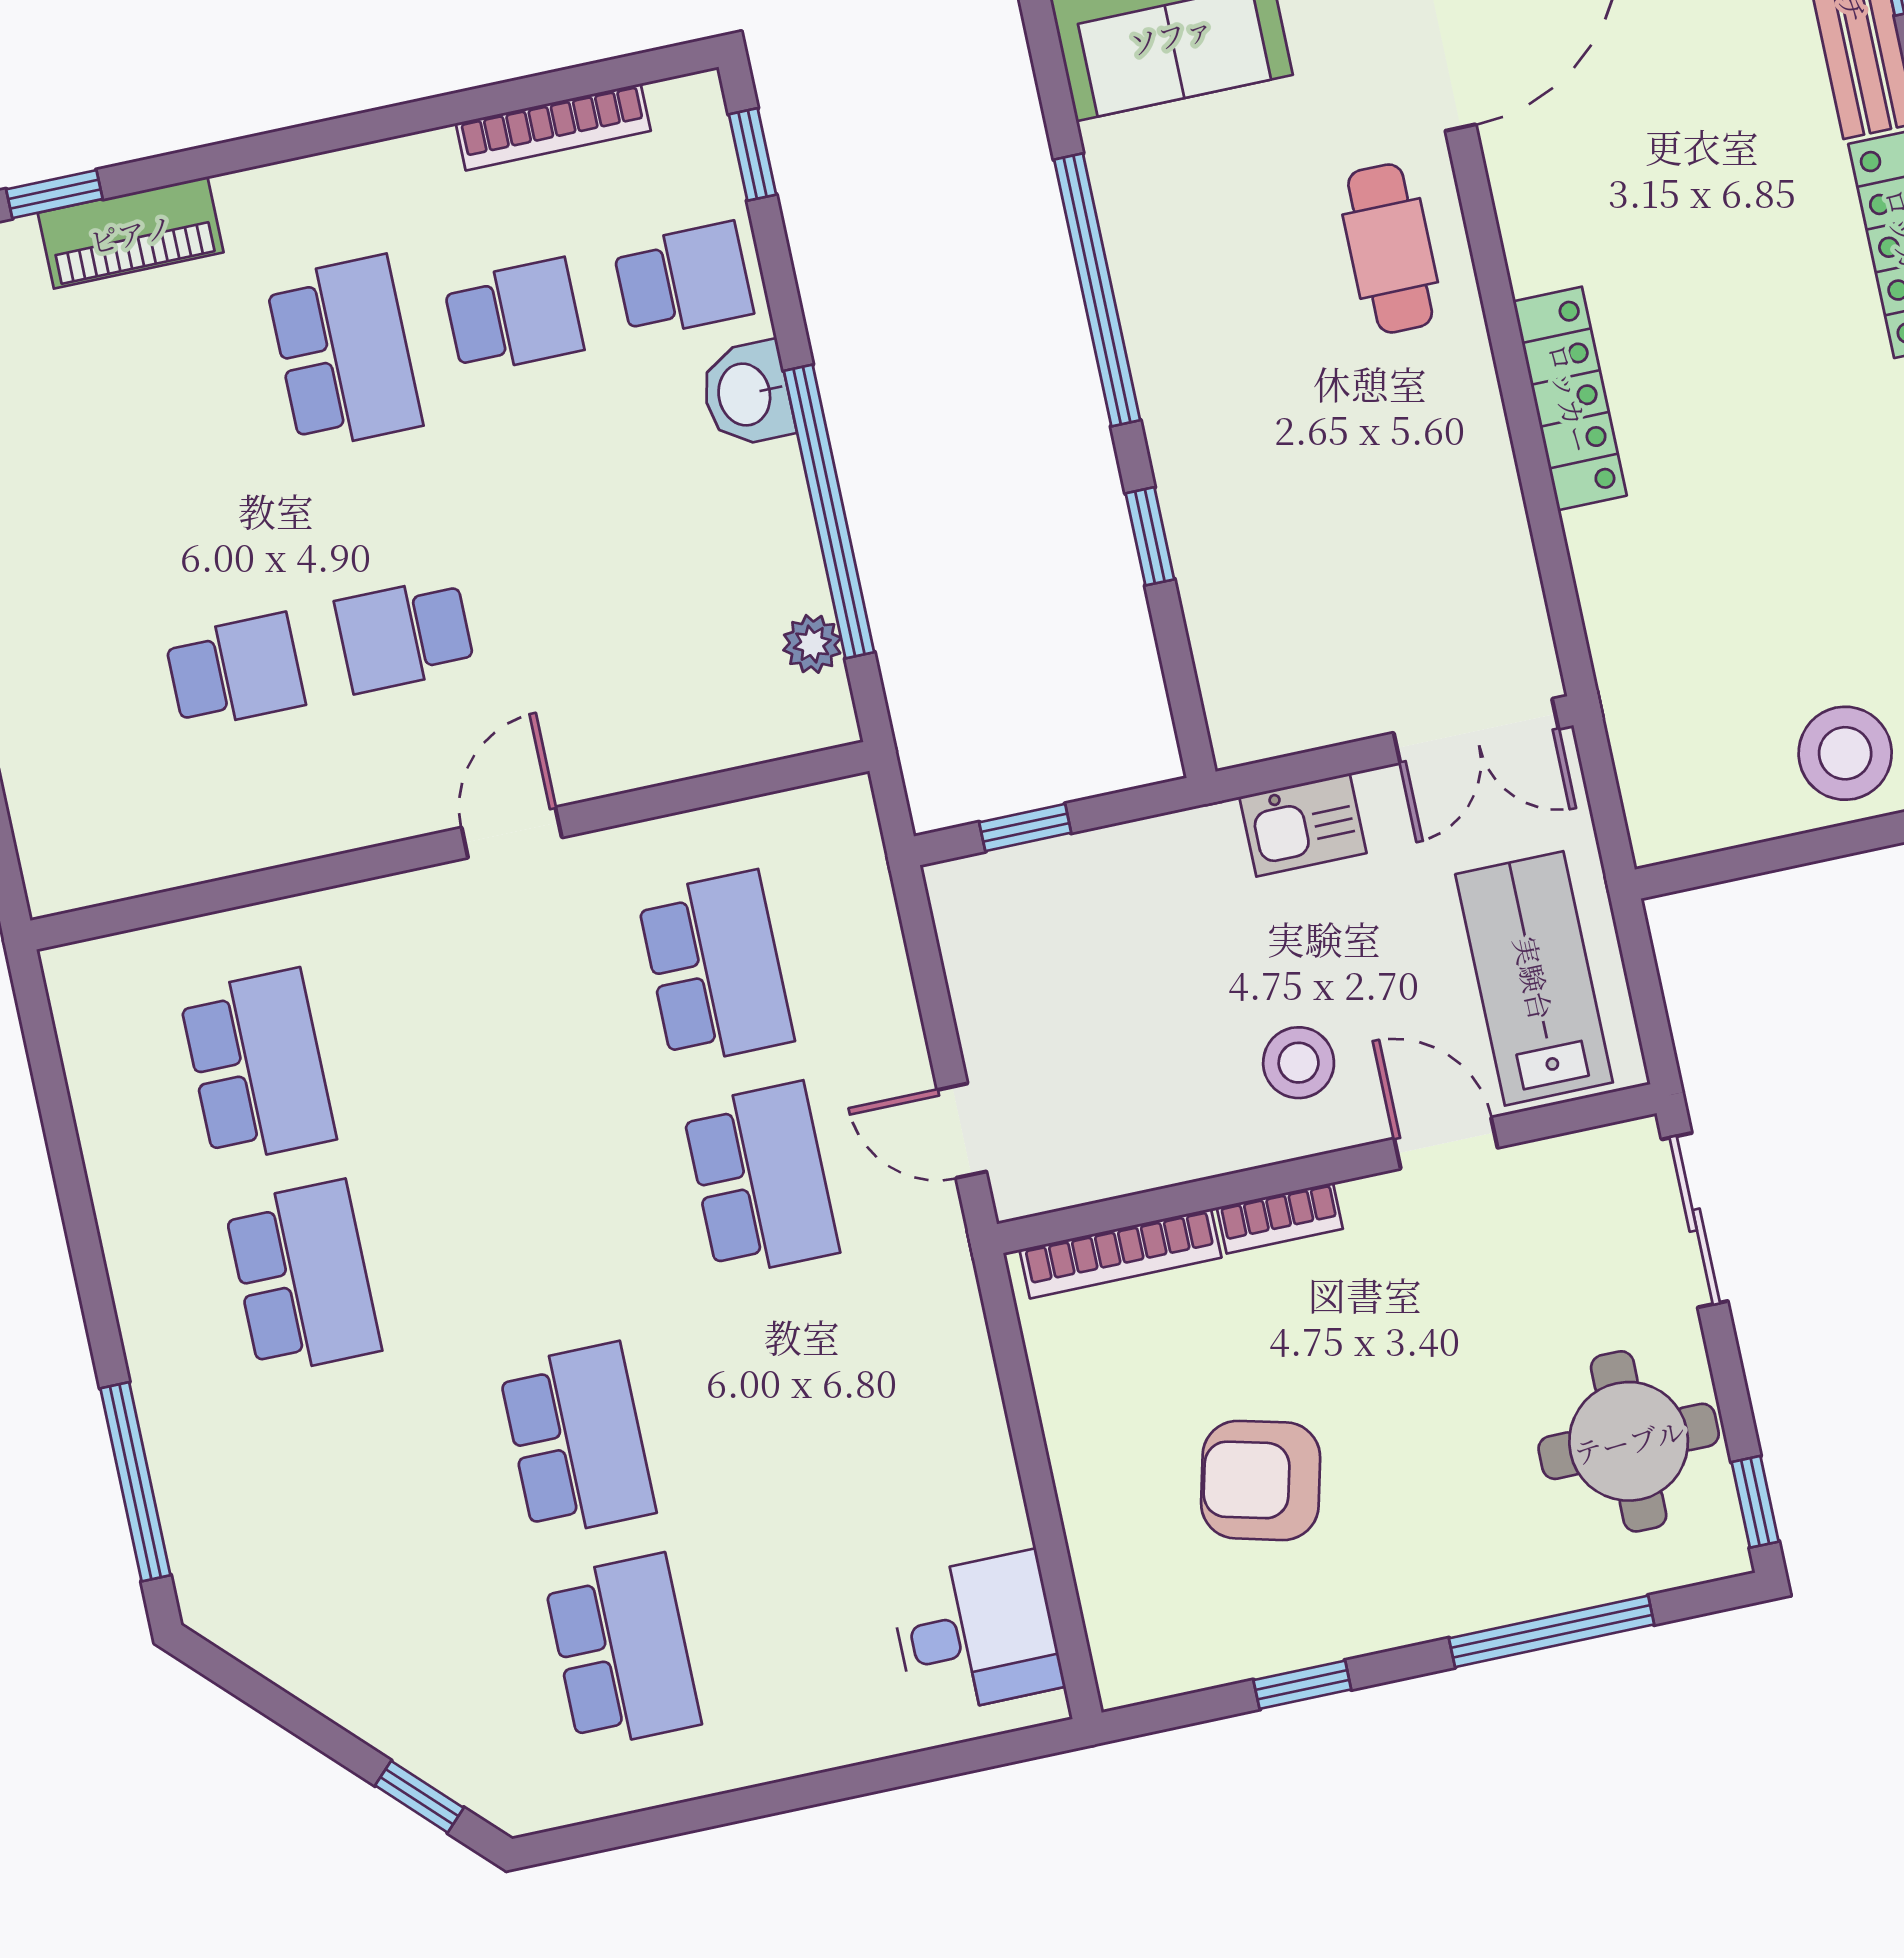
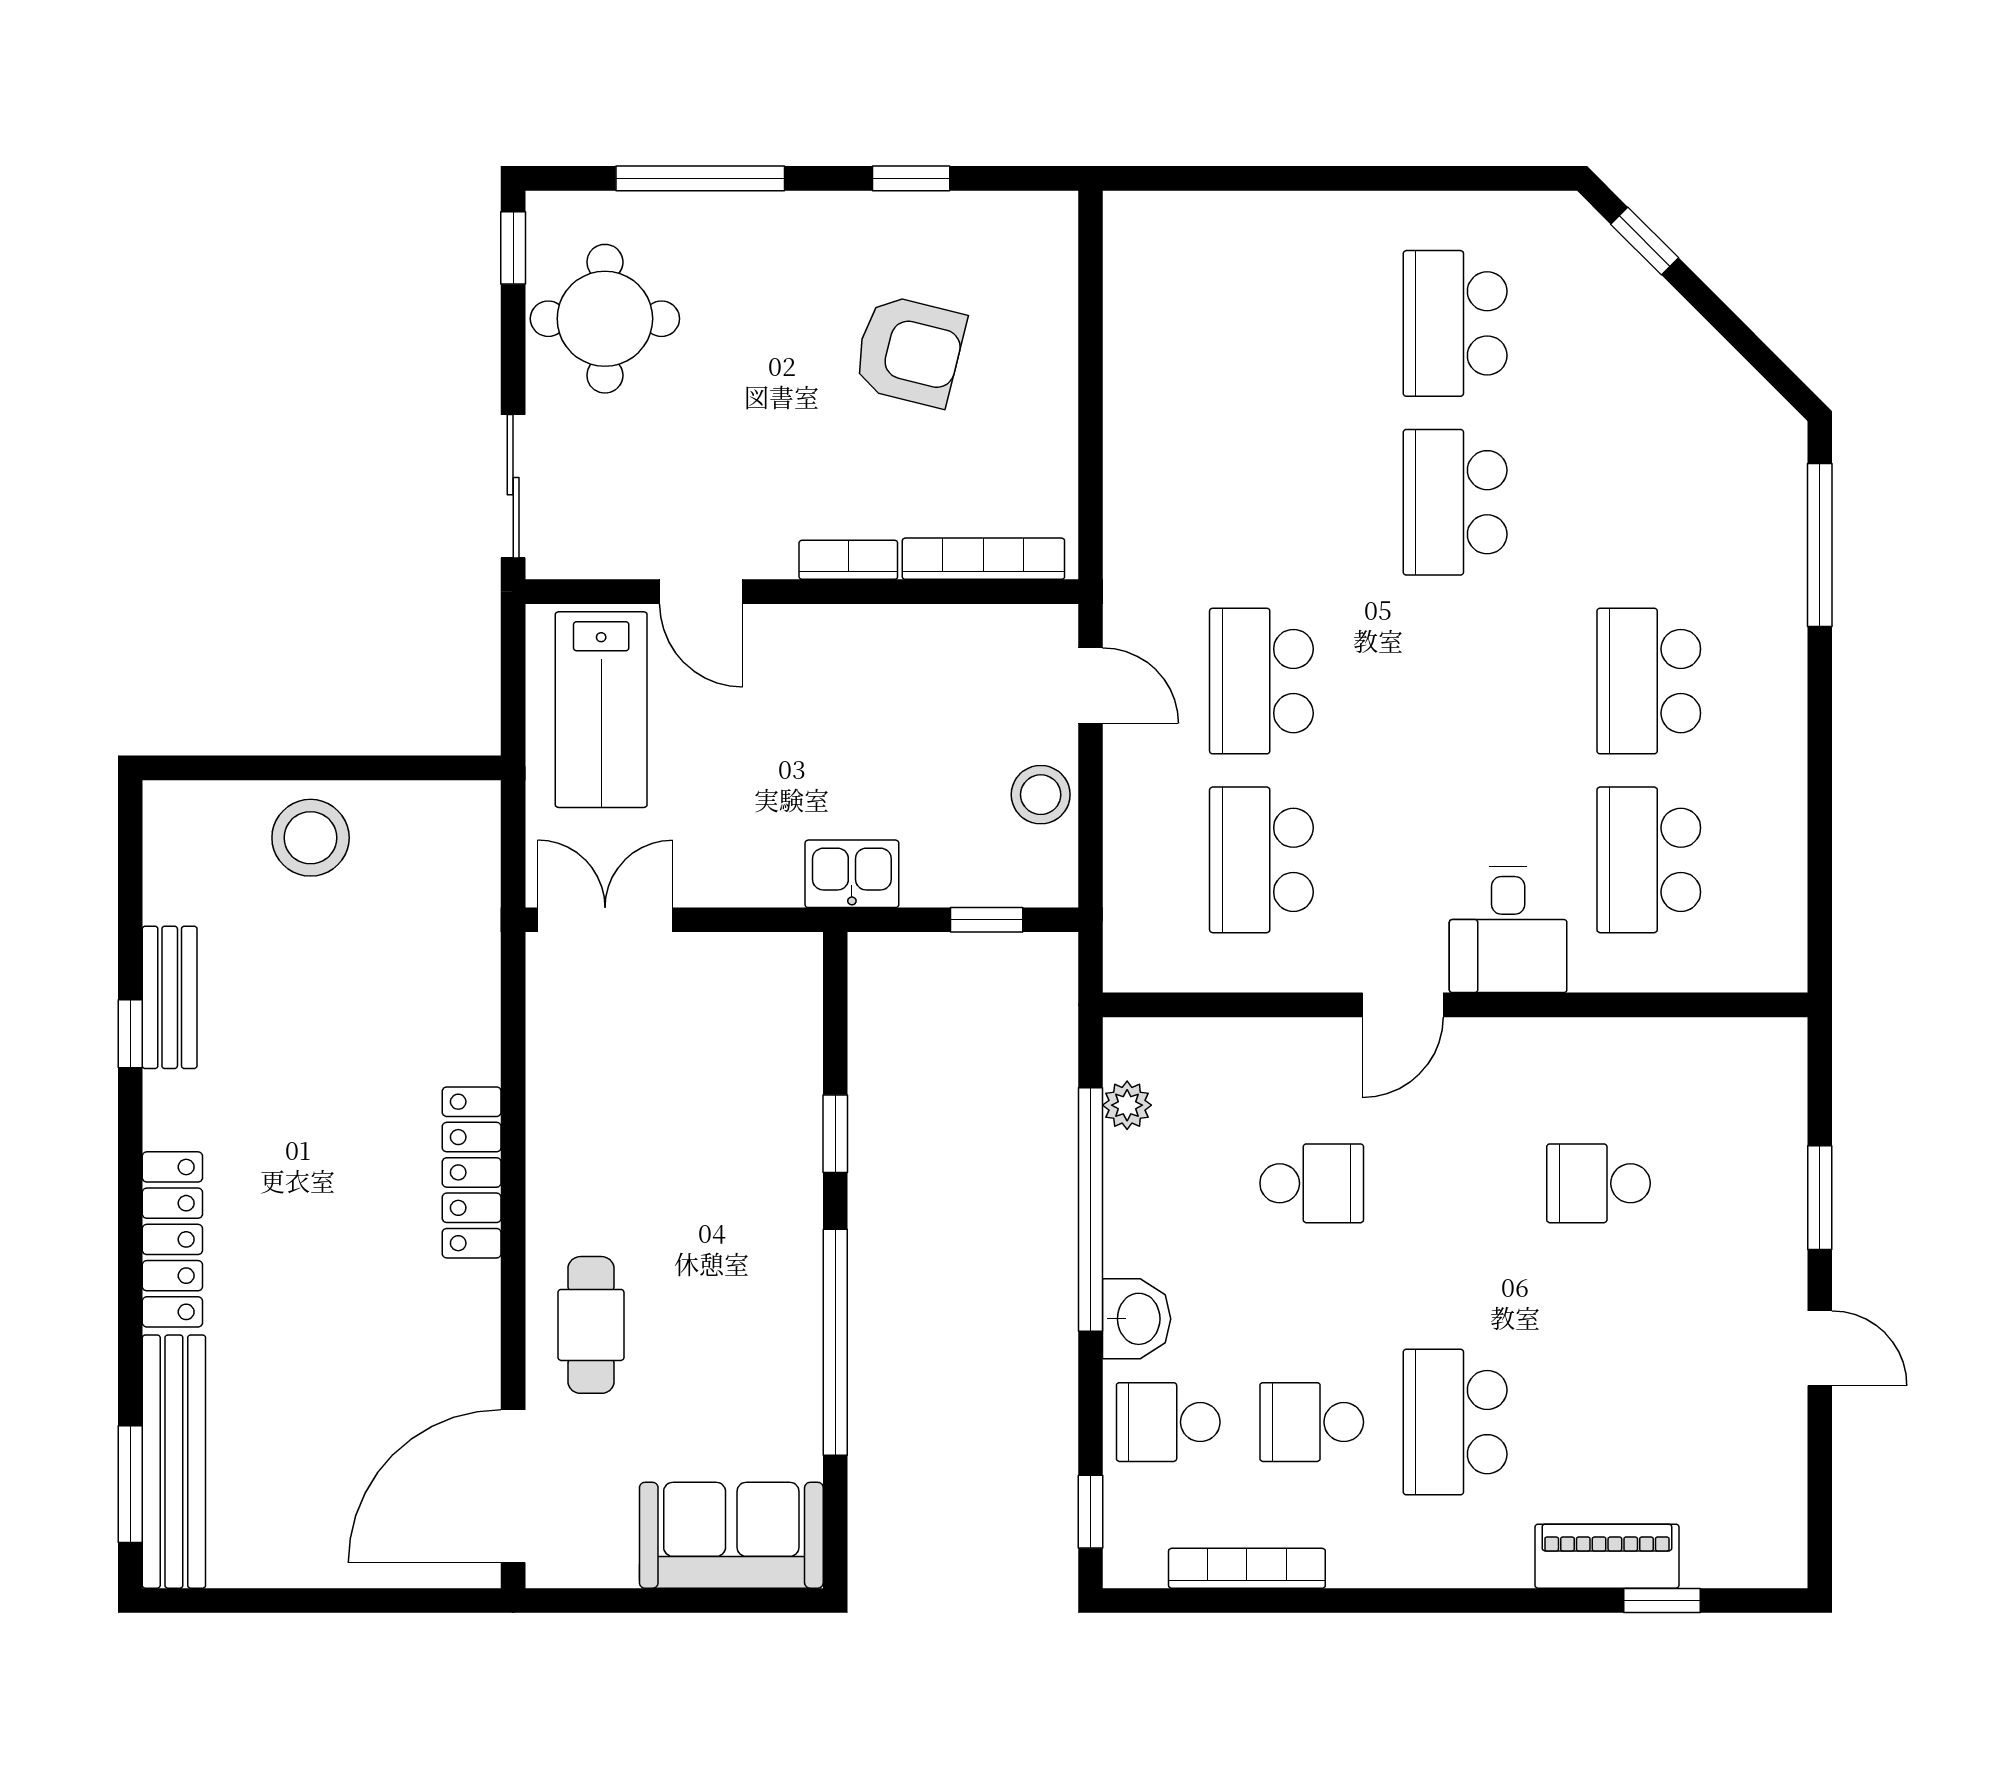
school desk: (405, 635) -> (1312, 1183), moved
kitchen sink: (1303, 825) -> (852, 874), moved
stool: (1299, 1063) -> (1041, 795), moved
desk: (976, 1633) -> (1508, 930), moved, turned -90

